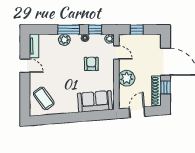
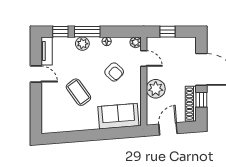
window: (95, 30) -> (60, 32), moved
armchair: (91, 64) -> (114, 72), turned 133
coffee table: (44, 98) -> (78, 92), moved

